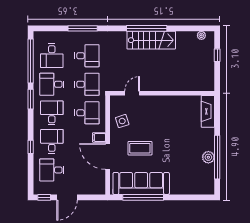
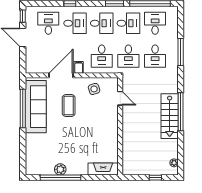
desk: (52, 56) -> (155, 23), turned 90
desk: (52, 84) -> (128, 23), turned 90

